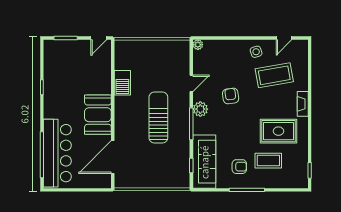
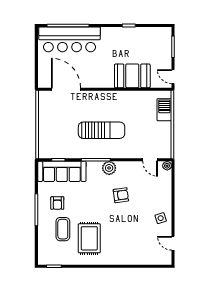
coffee table: (274, 75) -> (140, 234), removed
barbecue: (122, 83) -> (164, 110), moved, turned 90
door: (191, 83) -> (150, 160), moved
fireplace: (303, 104) -> (114, 260), removed
booth: (98, 115) -> (132, 76), moved

